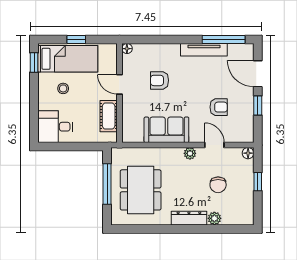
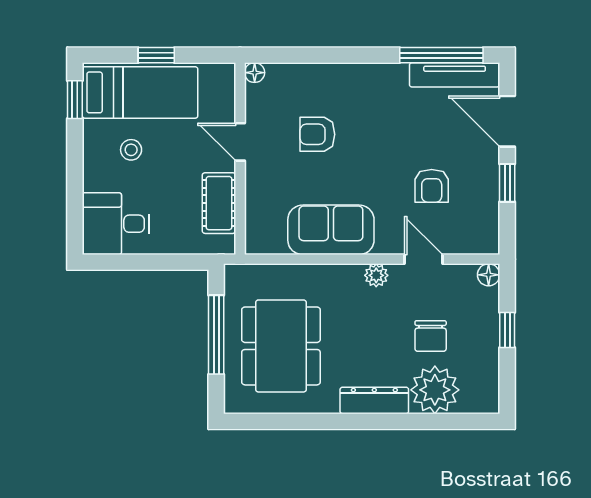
tv unit: (204, 50) -> (455, 75), moved
armchair: (219, 107) -> (432, 186), turned 90
plant: (214, 218) -> (435, 390), width x1.87, depth x1.87

